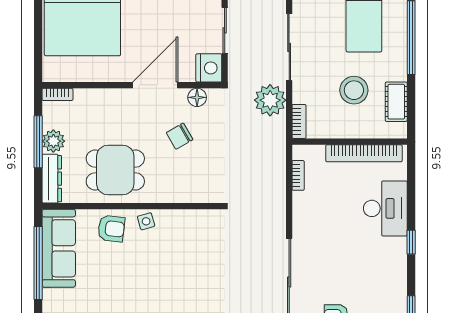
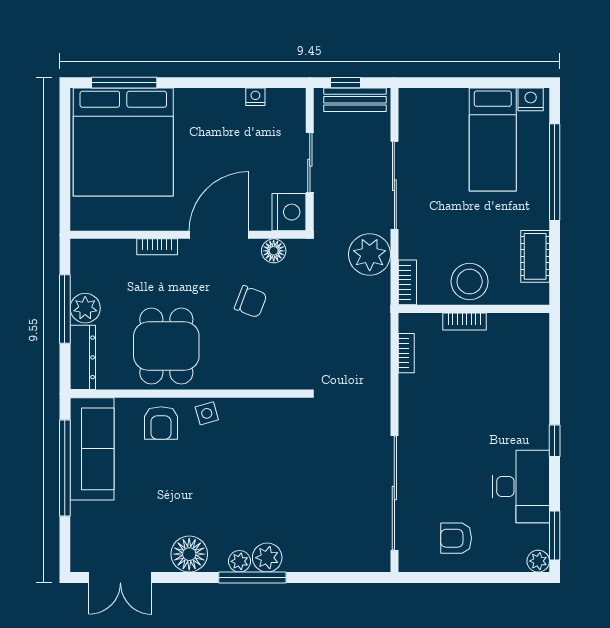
stool: (354, 90) -> (470, 282), moved
bookcase: (57, 94) -> (157, 247), moved
chair: (179, 136) -> (251, 302), turned -129
bookcase: (364, 153) -> (464, 321), width x0.43, depth x0.76
dining table: (115, 170) -> (166, 346), turned 90
desk: (385, 208) -> (521, 487), moved
armchair: (111, 229) -> (161, 423), turned 83

